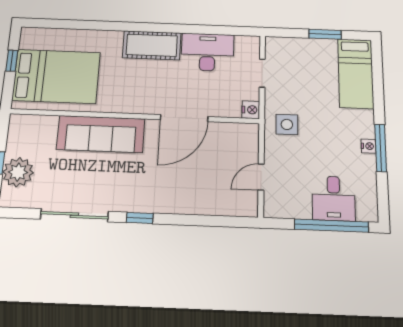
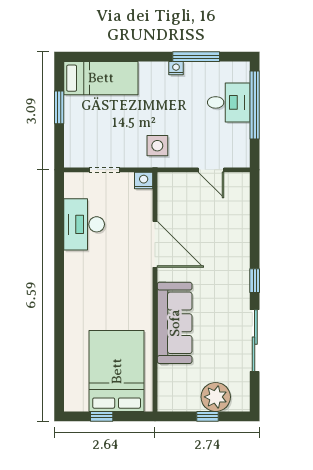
cot: (152, 45) -> (79, 280), removed
window: (381, 148) -> (196, 57), moved

